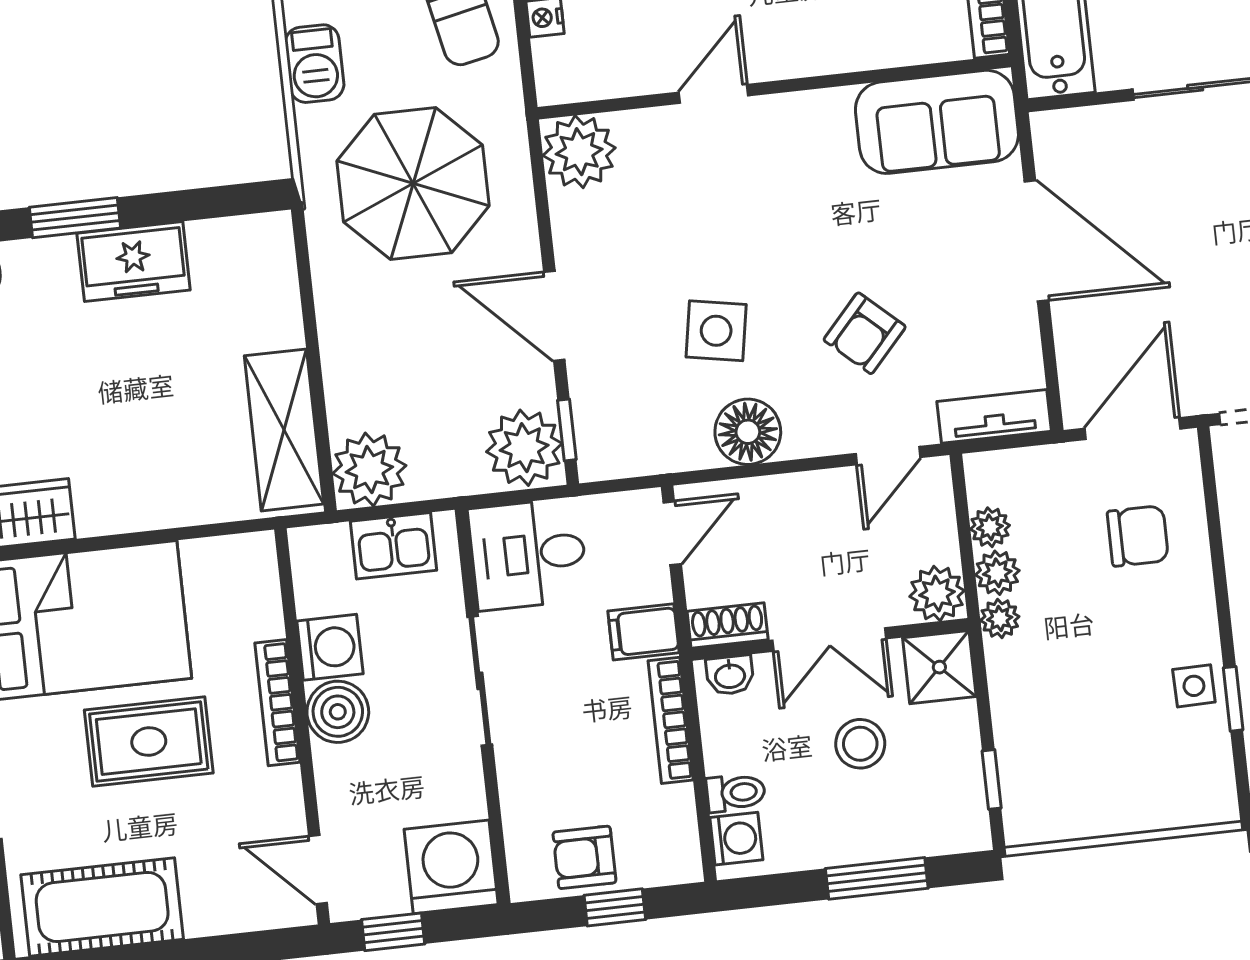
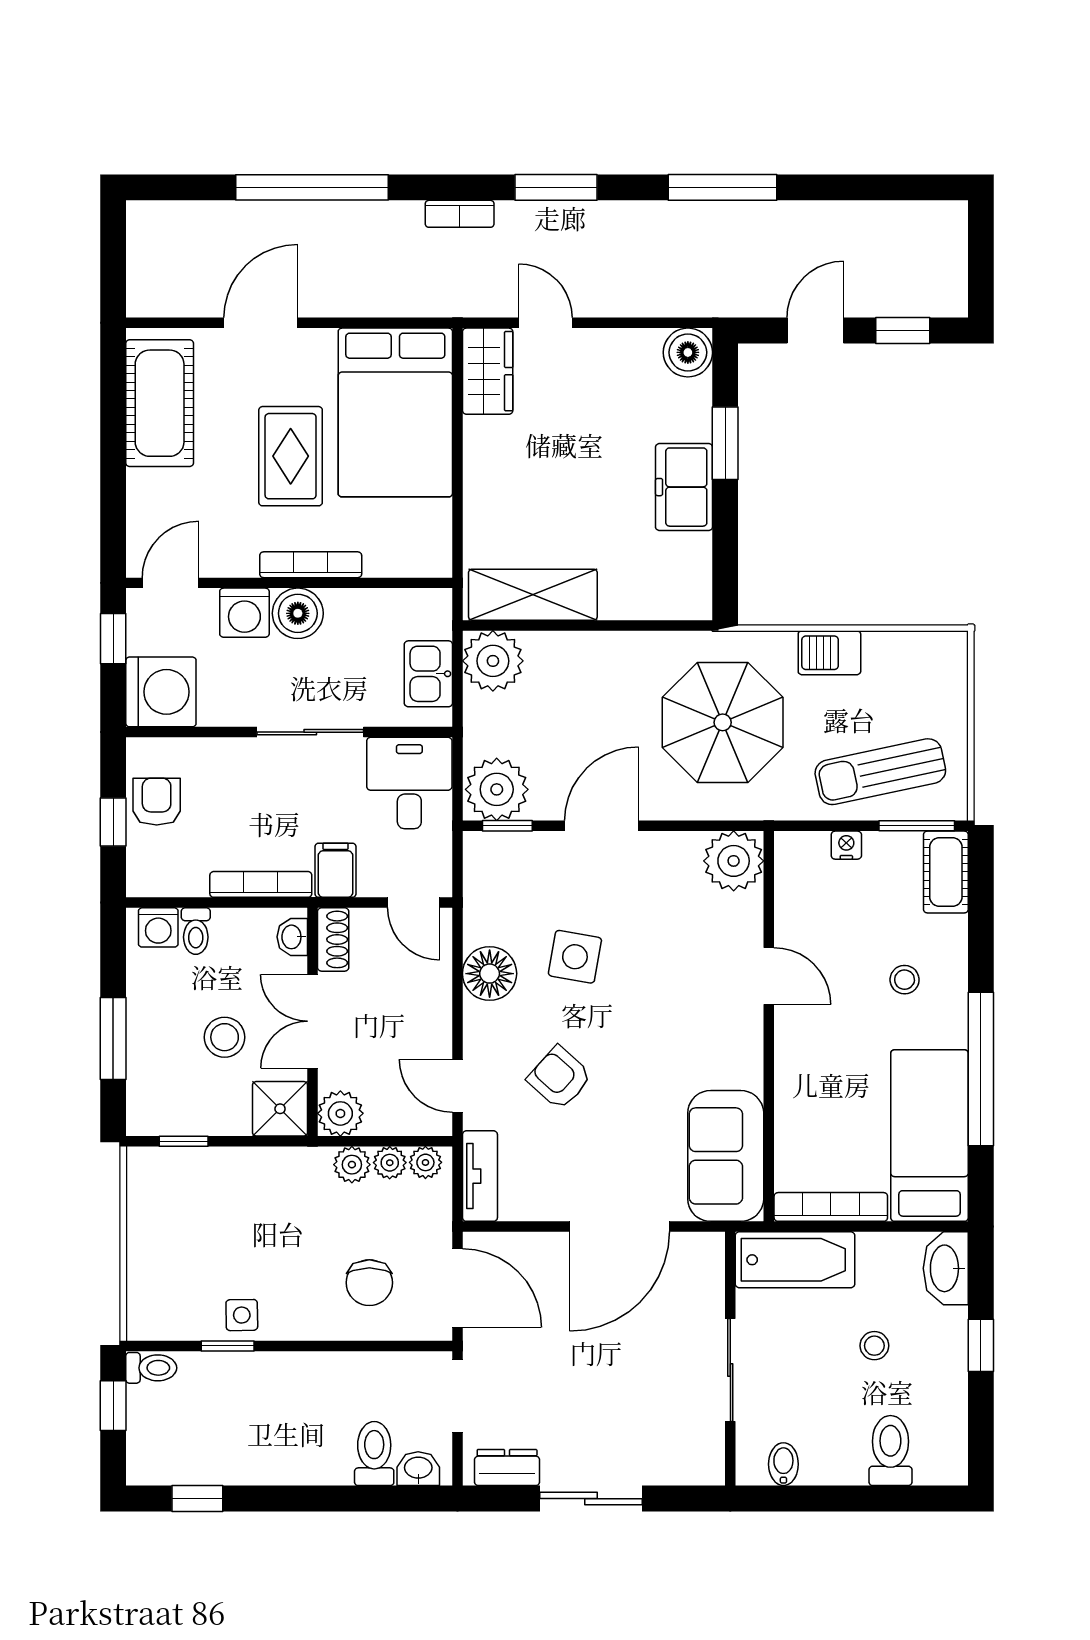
plant: (1000, 619) -> (425, 1162), moved
washing machine: (330, 647) -> (244, 613), moved

